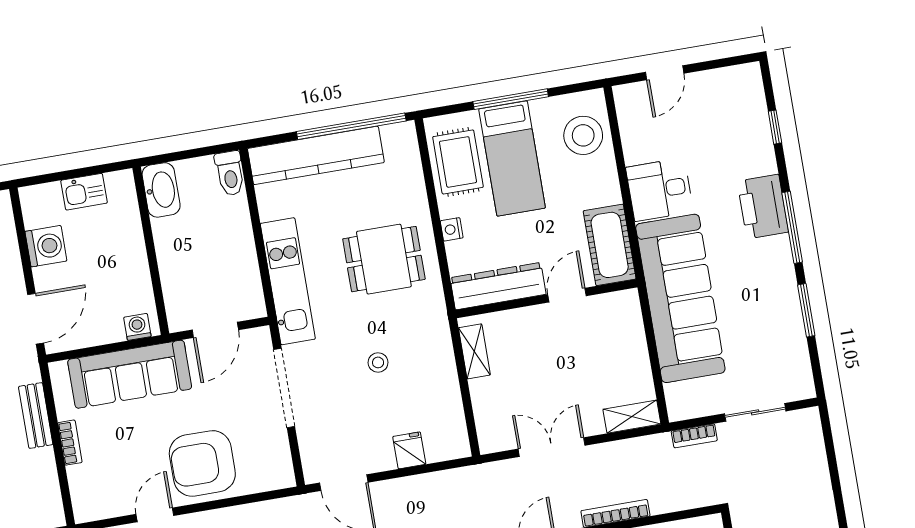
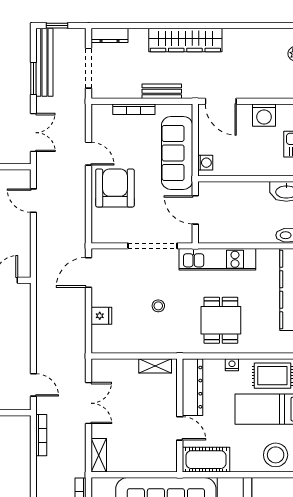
bookcase: (70, 443) -> (134, 109), width x1.56

